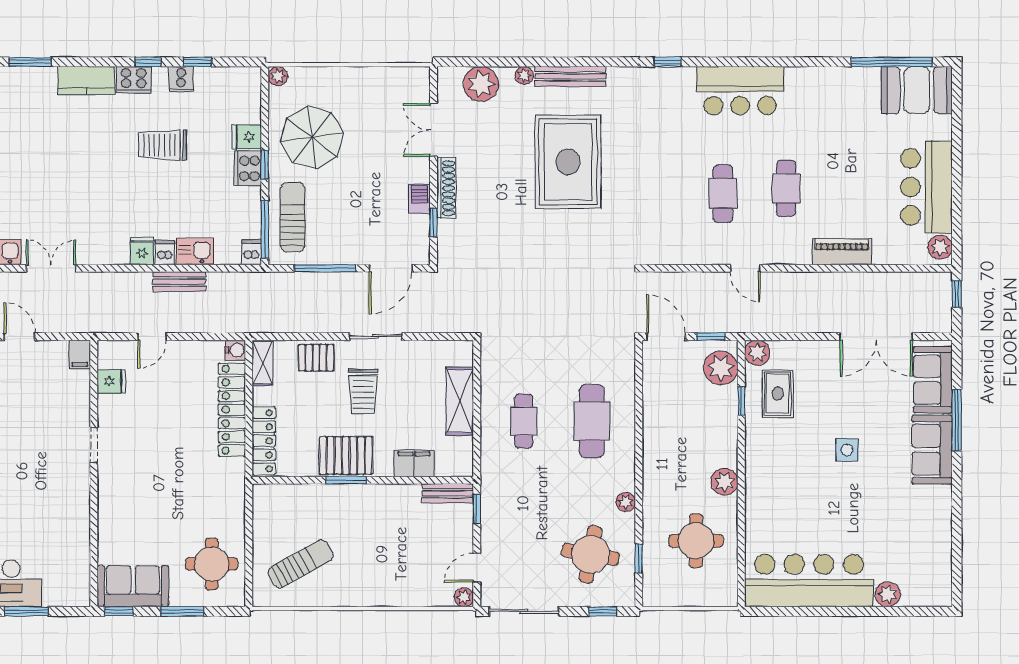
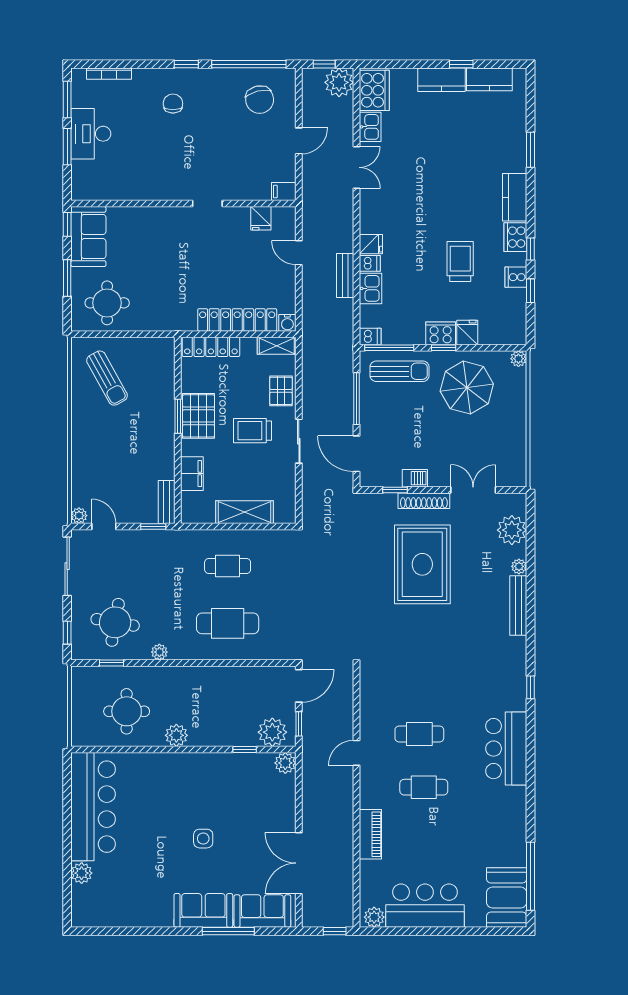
rug: (568, 162) -> (422, 564), moved, turned 90
rug: (778, 394) -> (251, 780), removed

